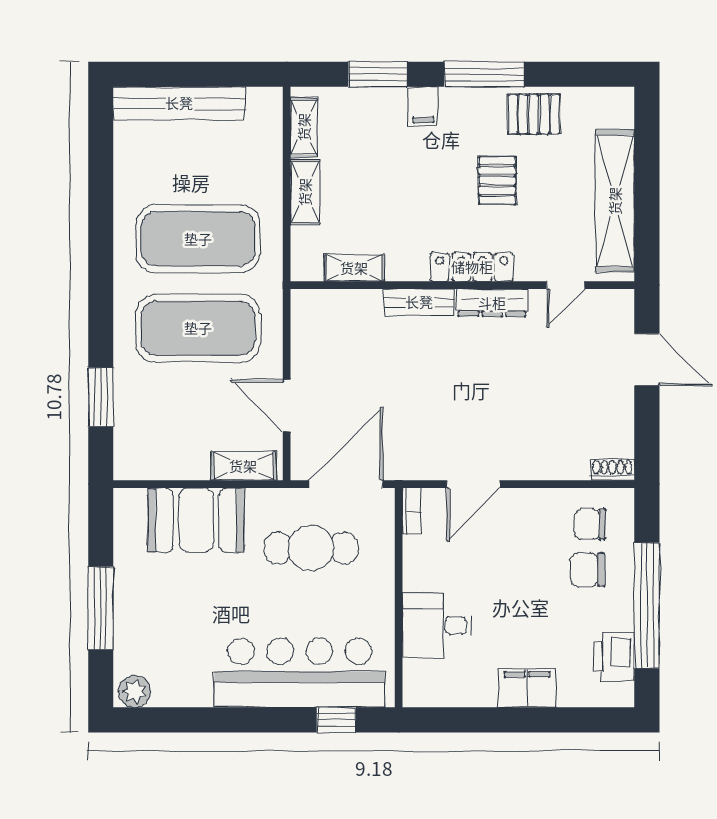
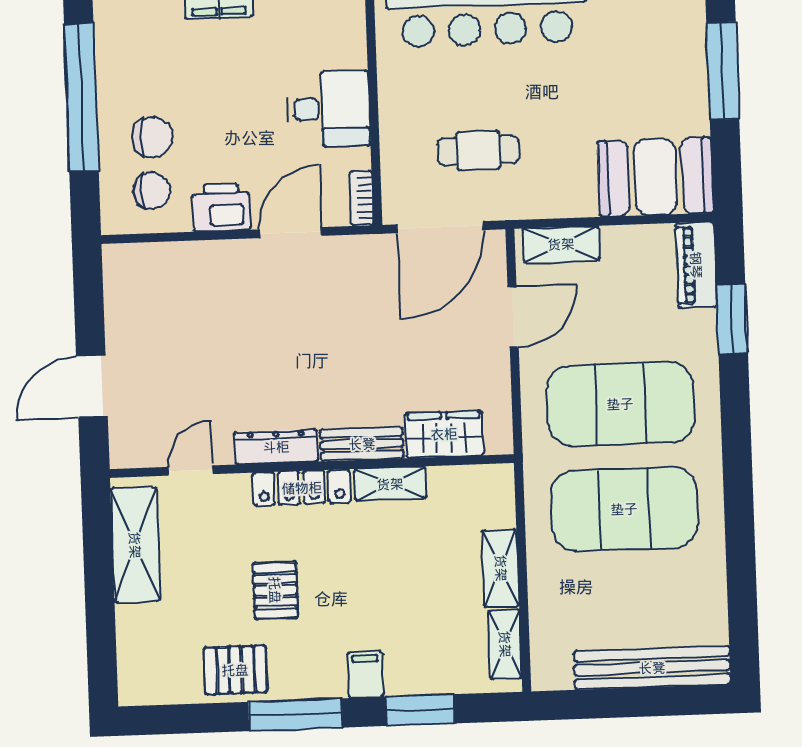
shelving: (615, 201) -> (135, 545), width x0.68
shelving: (354, 268) -> (390, 484), moved
wardrobe: (349, 308) -> (444, 434), added
door: (647, 360) -> (92, 386), hinge flipped
door: (287, 406) -> (513, 317), hinge flipped
piano: (129, 444) -> (696, 265), added
shoe rack: (612, 470) -> (128, 256), removed
booth: (196, 520) -> (655, 177), moved
cafe table: (311, 548) -> (478, 151), width x0.73, depth x0.74
desk: (437, 626) -> (328, 109), moved
printer: (614, 657) -> (222, 207), moved, turned -90

